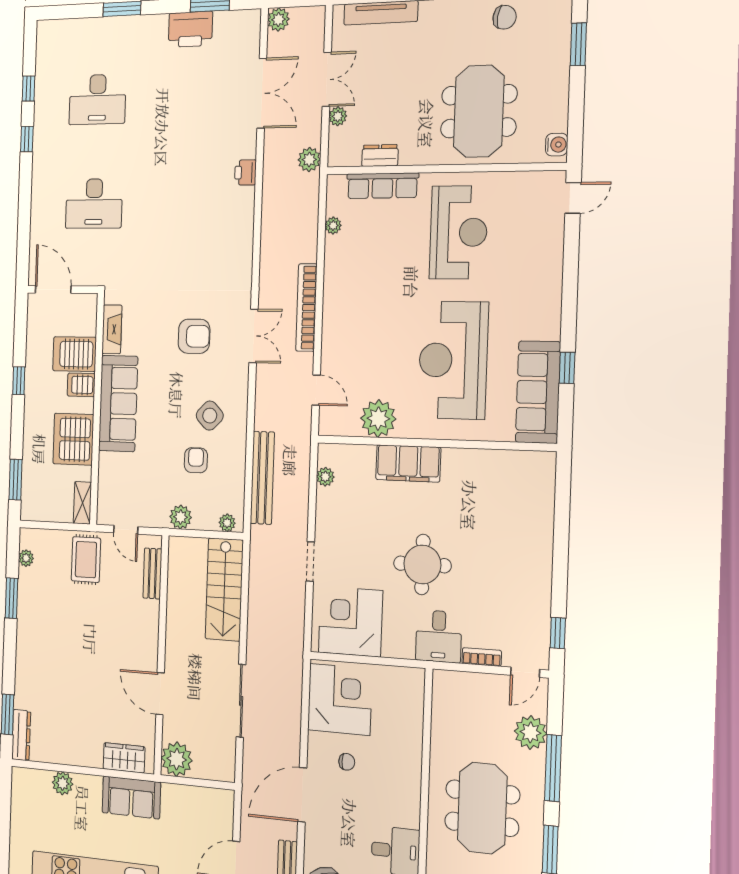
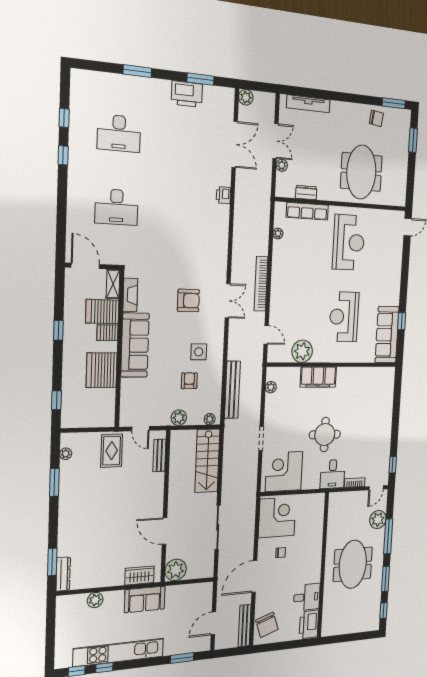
water cooler: (557, 145) -> (401, 196), removed
plant: (309, 160) -> (264, 191), removed
reception desk: (453, 360) -> (344, 317), width x0.74, depth x0.77
side table: (210, 416) -> (199, 352), turned 45
window: (15, 480) -> (57, 400), width x0.67
shelving: (82, 503) -> (113, 284), moved

